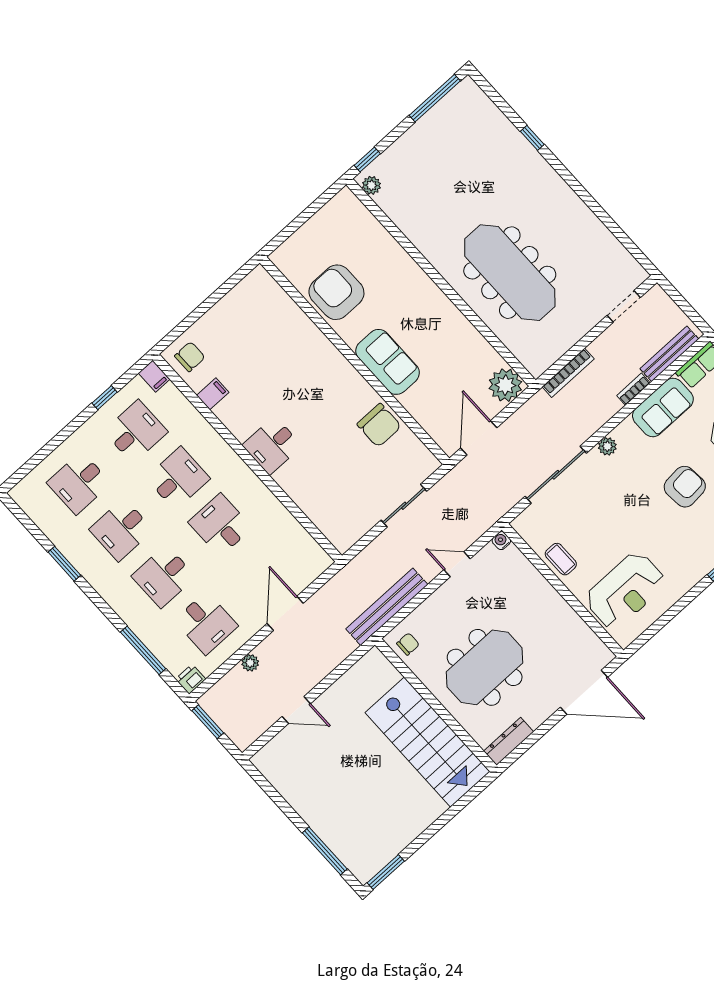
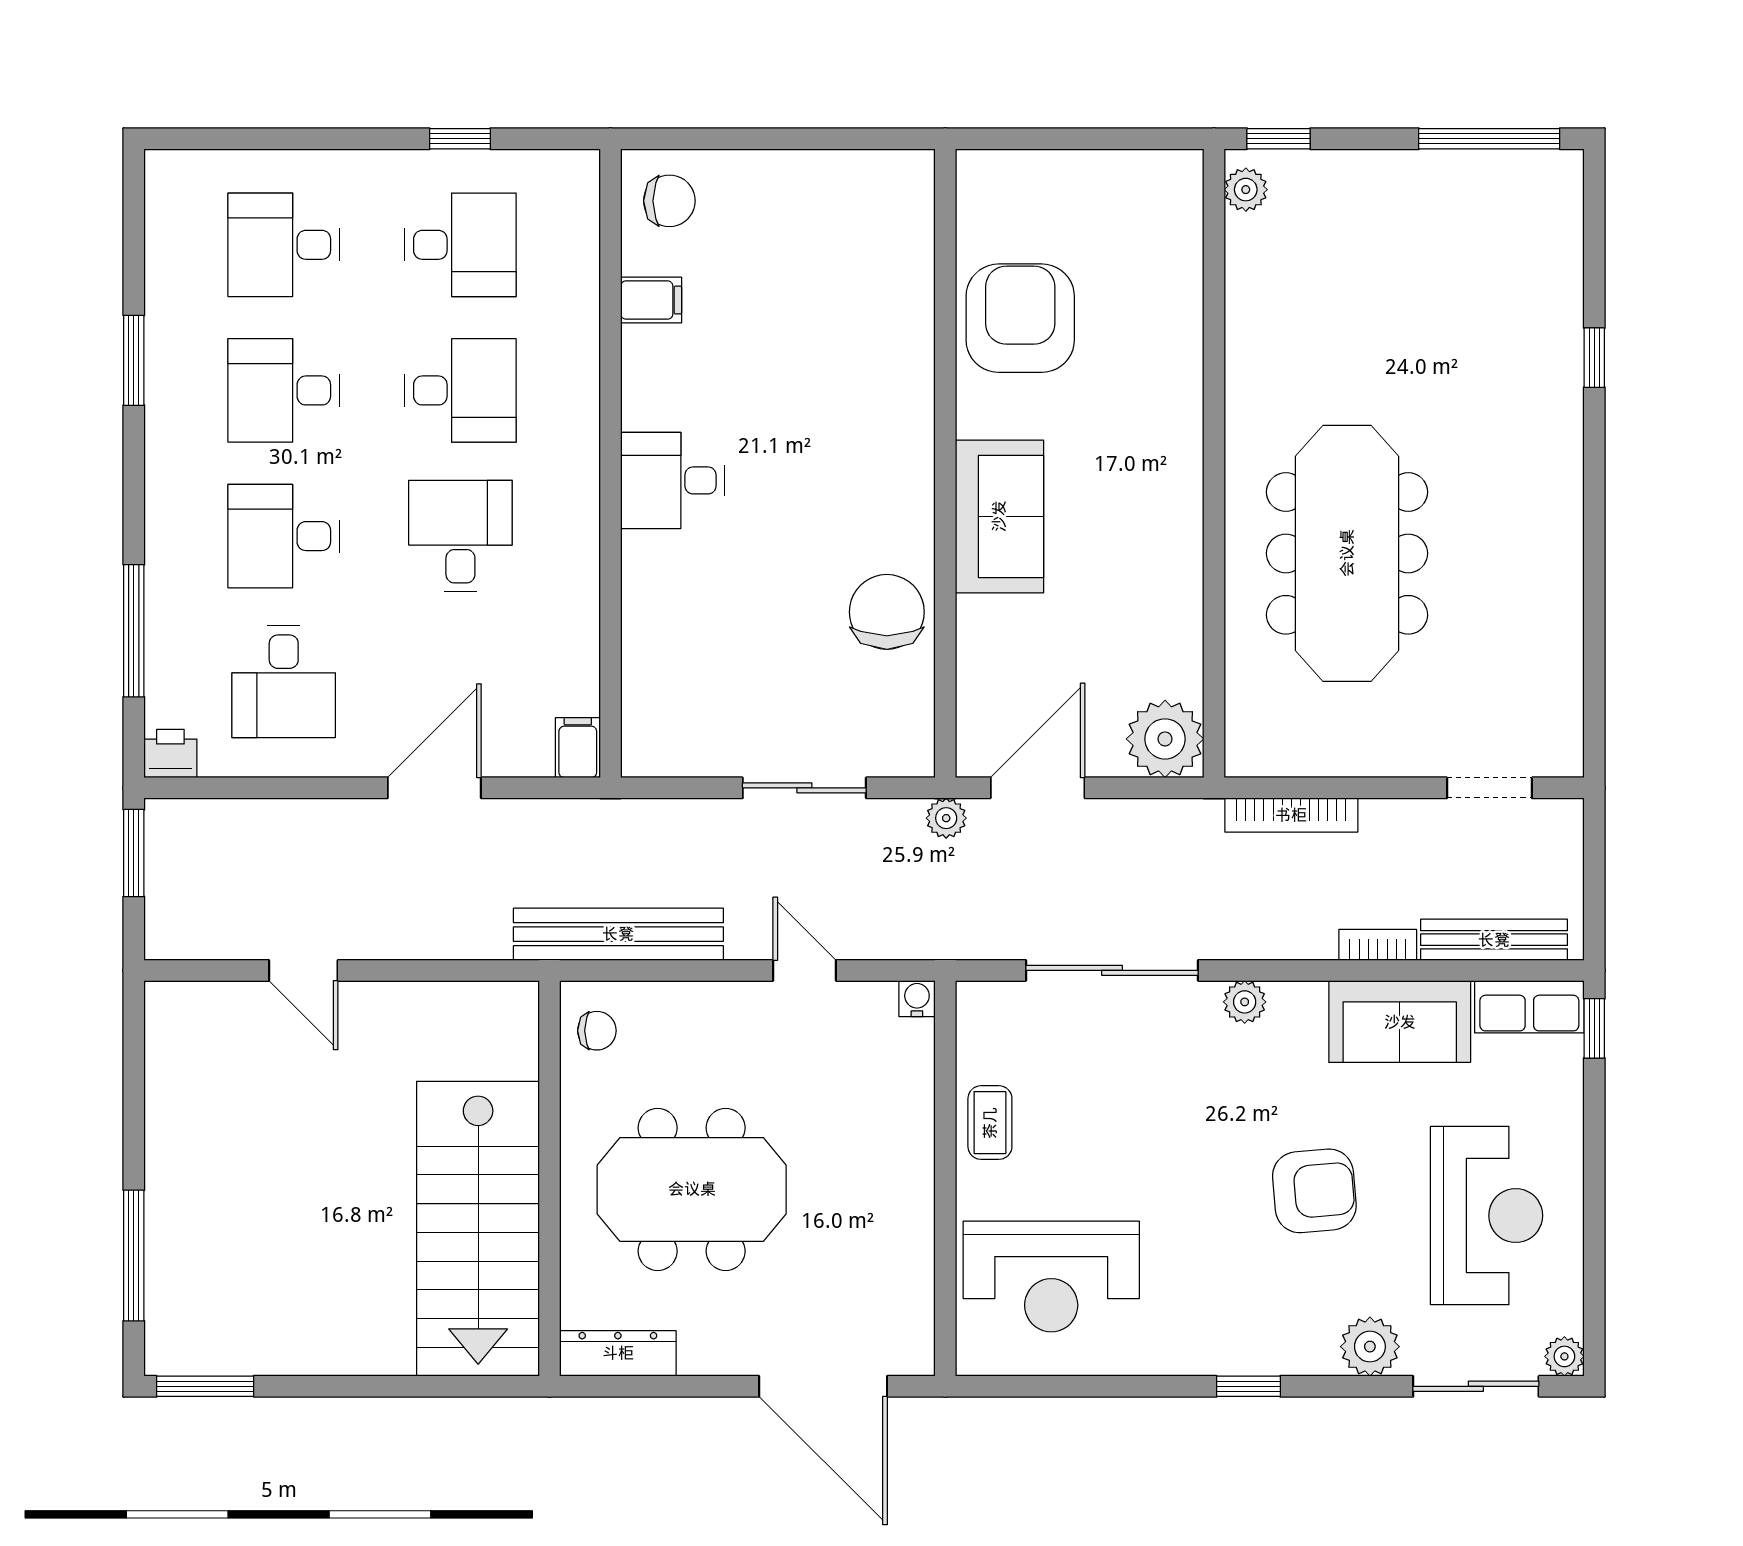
filing cabinet: (154, 376) -> (578, 748), moved, turned 180
chair: (379, 425) -> (887, 612), turned 180
plant: (250, 663) -> (946, 818), moved

